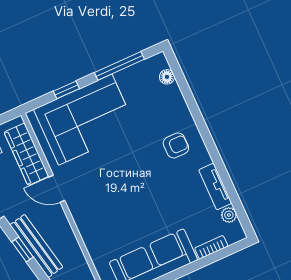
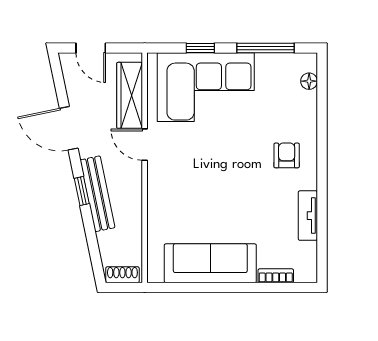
armchair: (176, 145) -> (287, 155), turned -90
plant: (229, 215) -> (309, 251), removed

